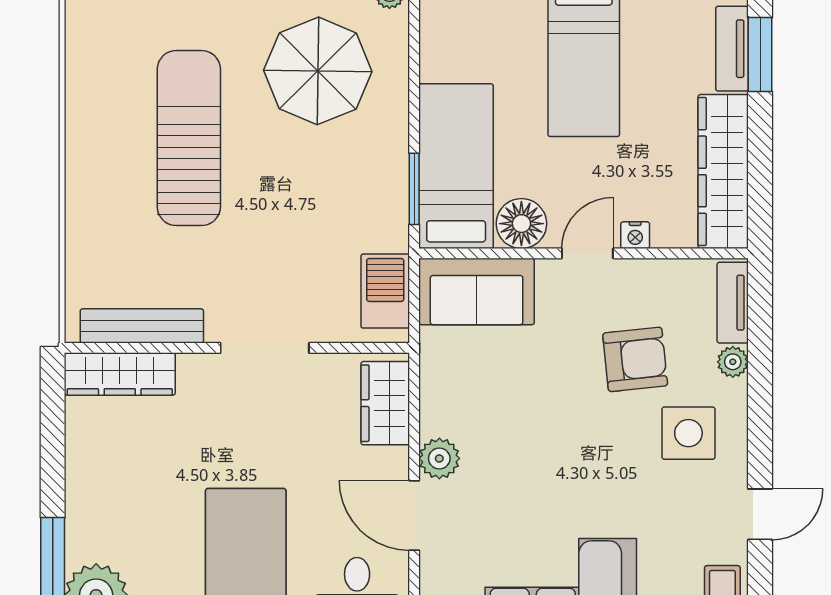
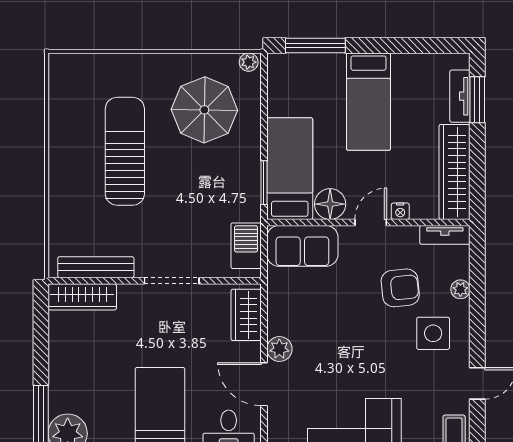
tv unit: (733, 303) -> (445, 235), moved, turned -90

